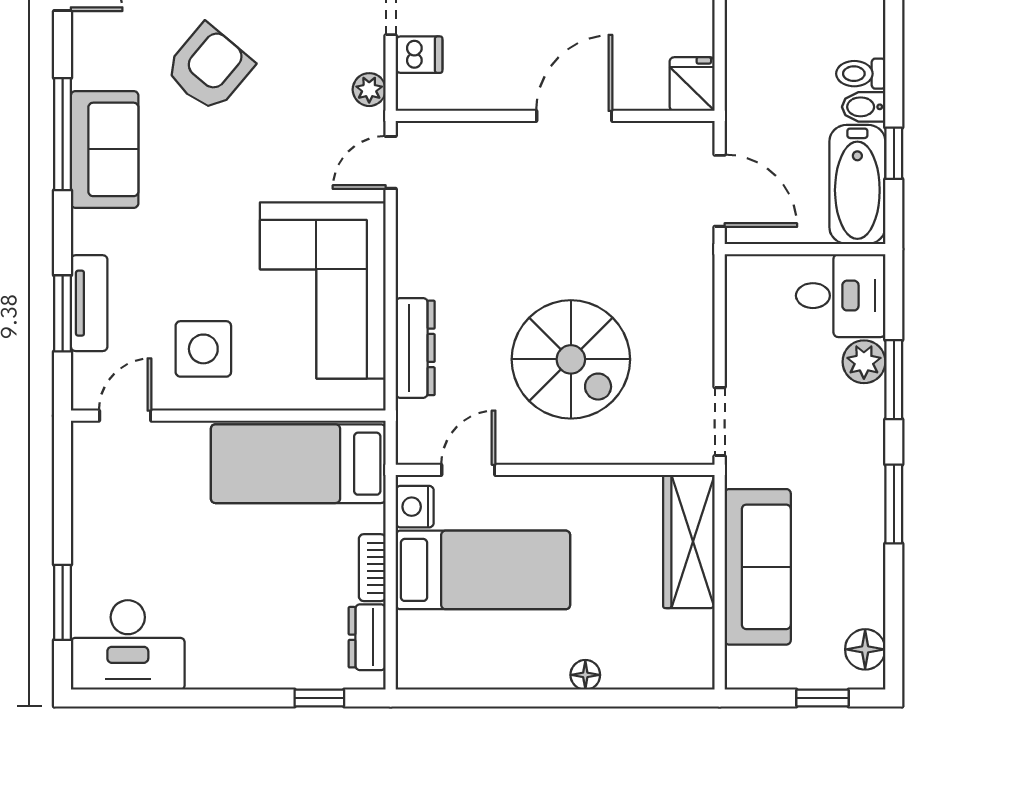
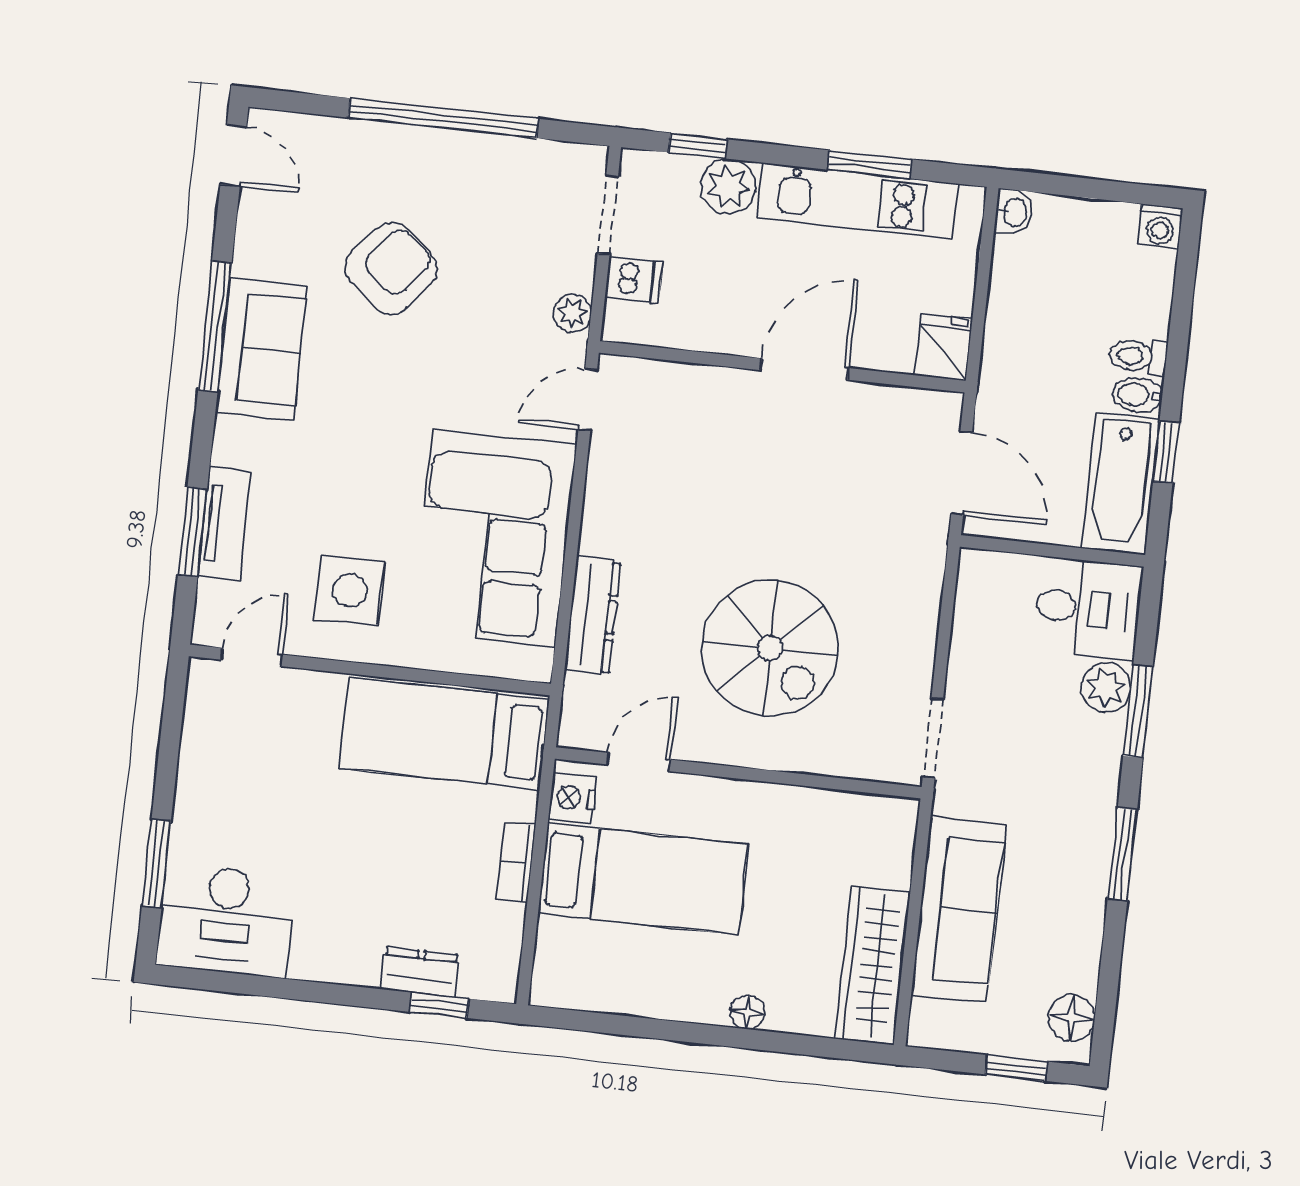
wardrobe: (689, 542) -> (873, 965), moved
dresser: (367, 637) -> (420, 972), moved, turned 90

